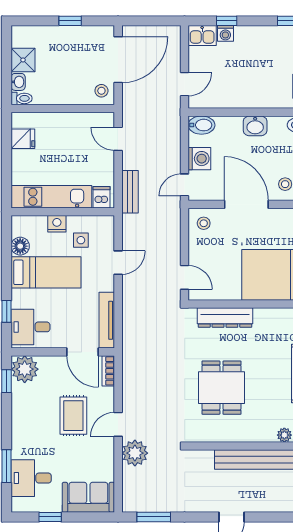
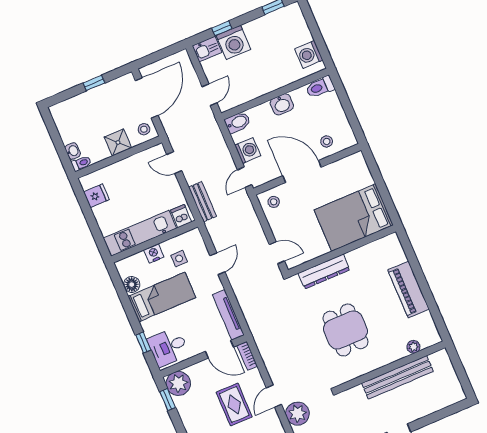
washing machine: (225, 33) -> (233, 42), width x1.89, depth x1.89
shower: (23, 60) -> (118, 142), moved

